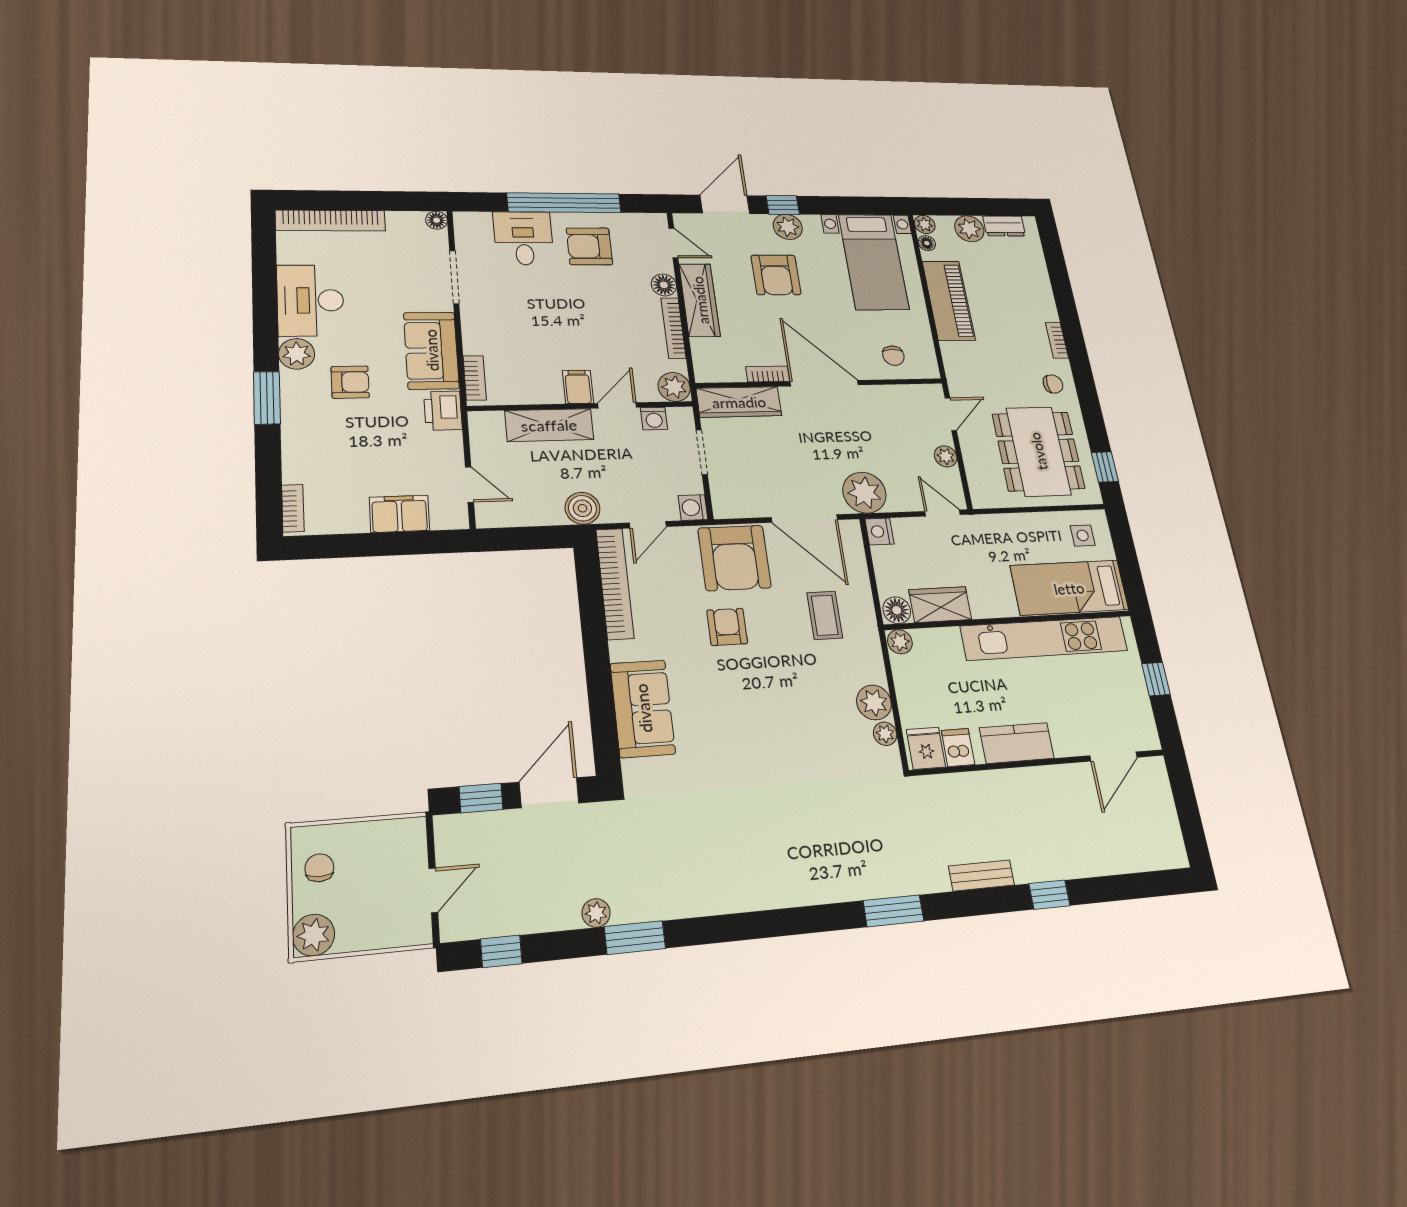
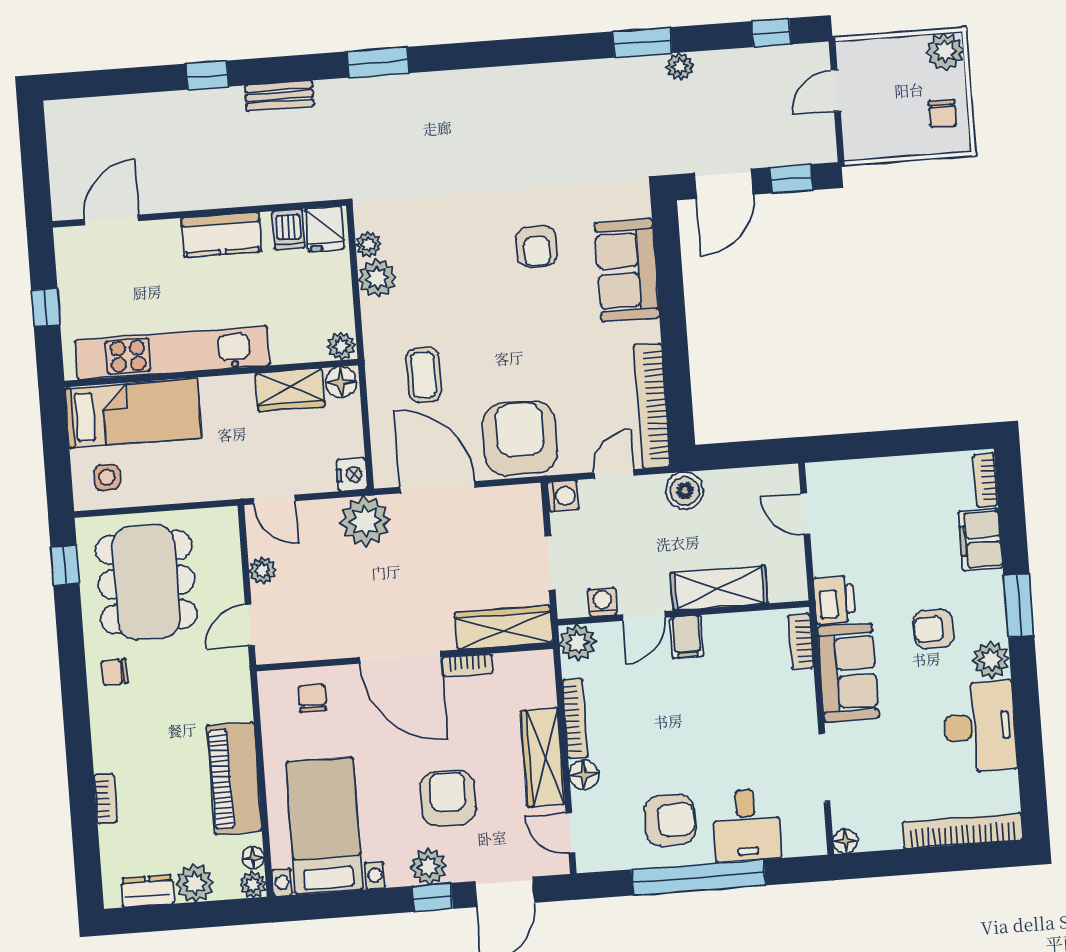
bookcase: (1057, 340) -> (106, 799), moved
filing cabinet: (400, 514) -> (981, 540), moved, turned 90
armchair: (727, 627) -> (537, 247), moved

